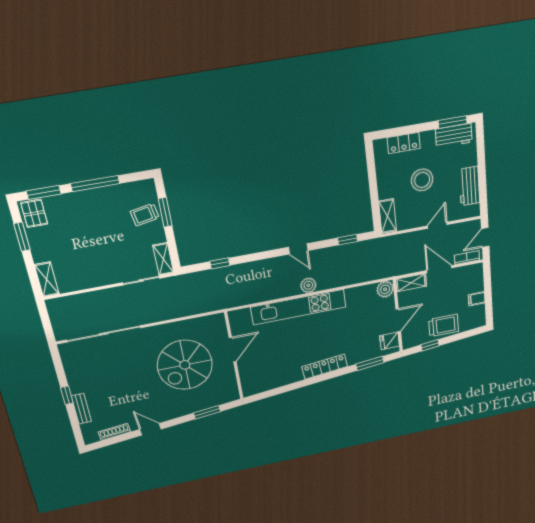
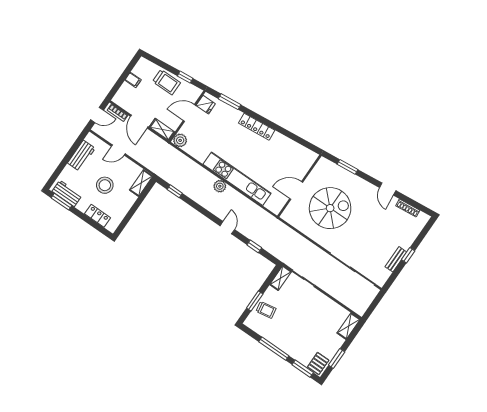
door: (298, 249) -> (227, 228), moved
trolley: (444, 325) -> (166, 82), turned 180
bench: (81, 409) -> (396, 259), moved

